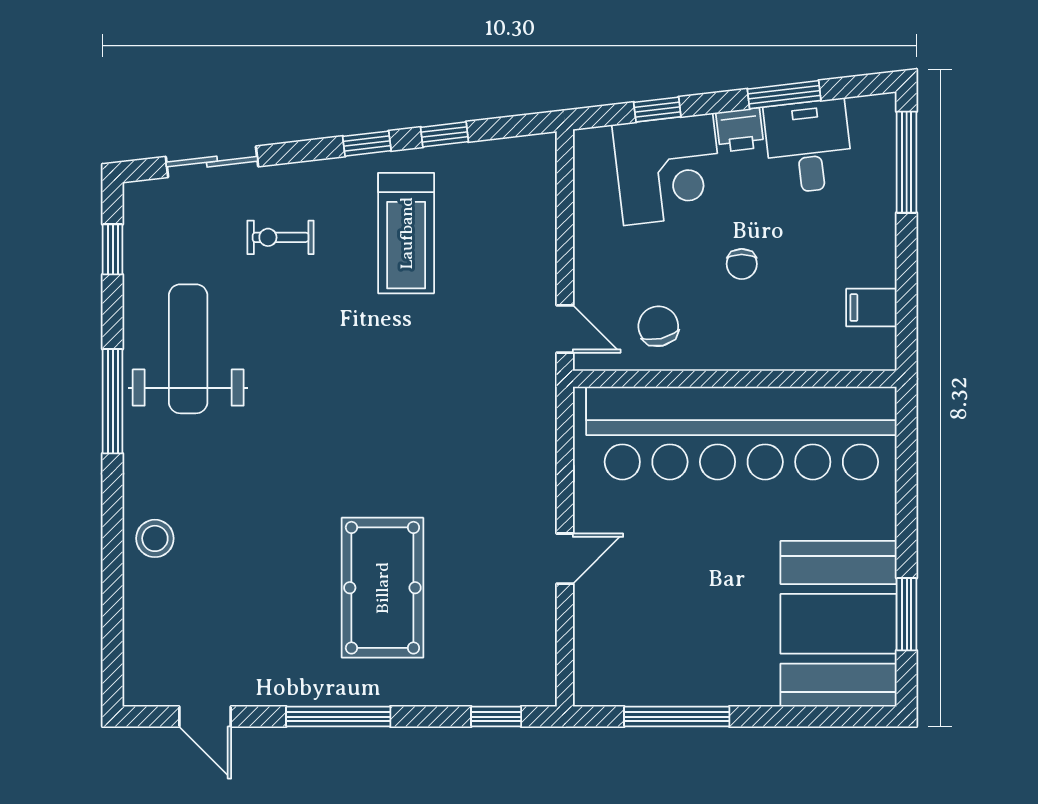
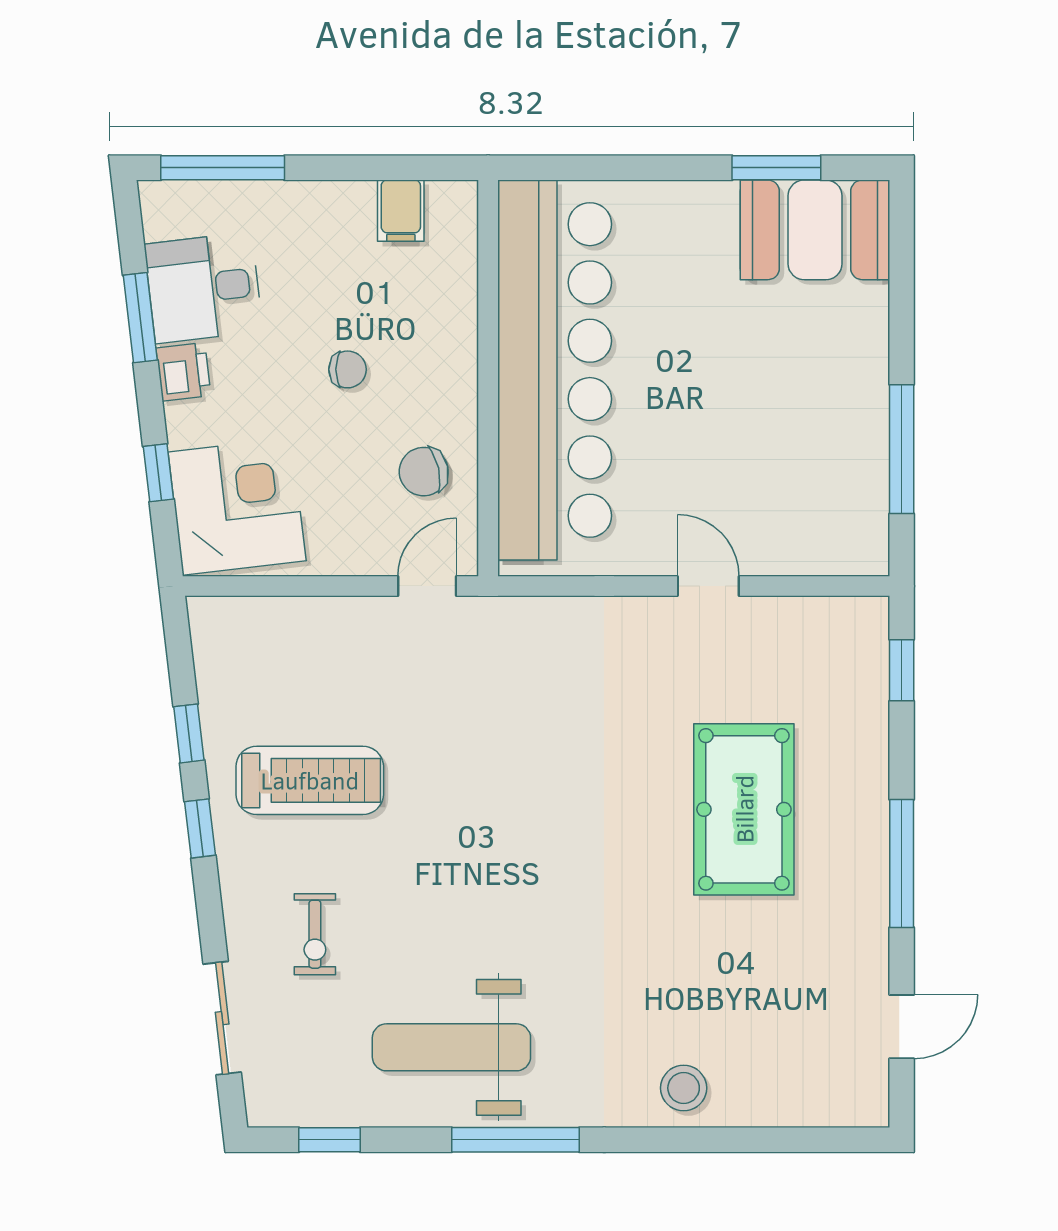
corner desk: (668, 169) -> (237, 506), moved
pool table: (382, 588) -> (744, 809), turned 90
booth: (839, 624) -> (815, 230), width x0.73, depth x0.70

